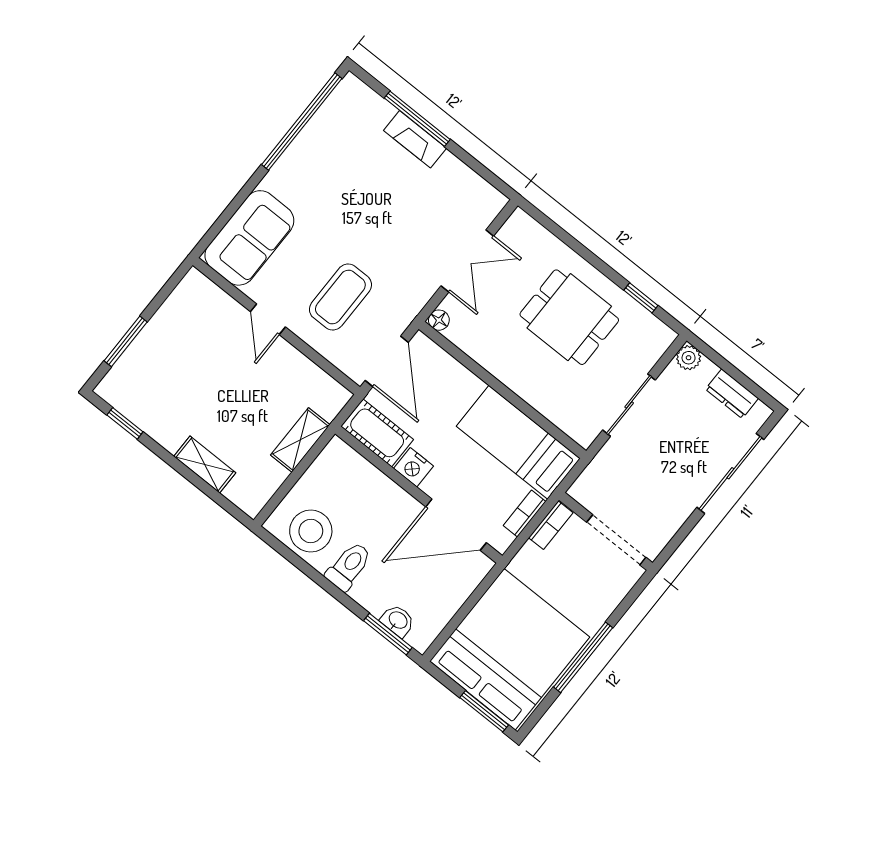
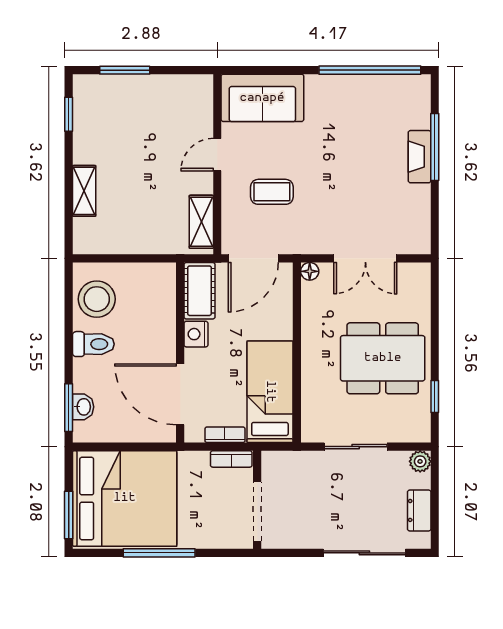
coffee table: (340, 297) -> (272, 192), width x0.73, depth x0.77
dining table: (569, 317) -> (383, 358), width x1.38
shelving: (300, 440) -> (201, 222), moved, turned 90

